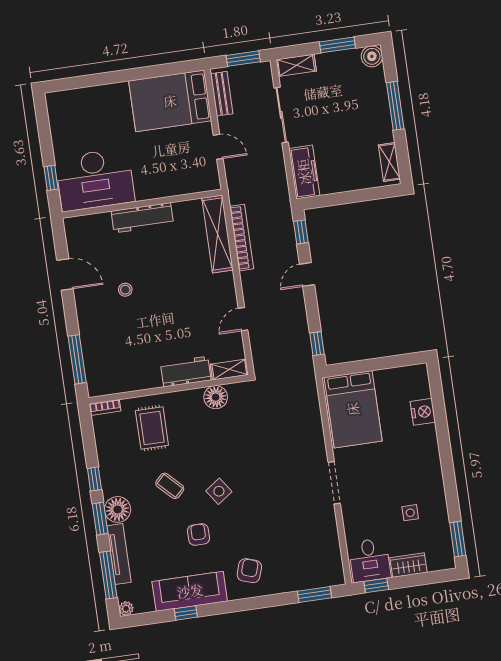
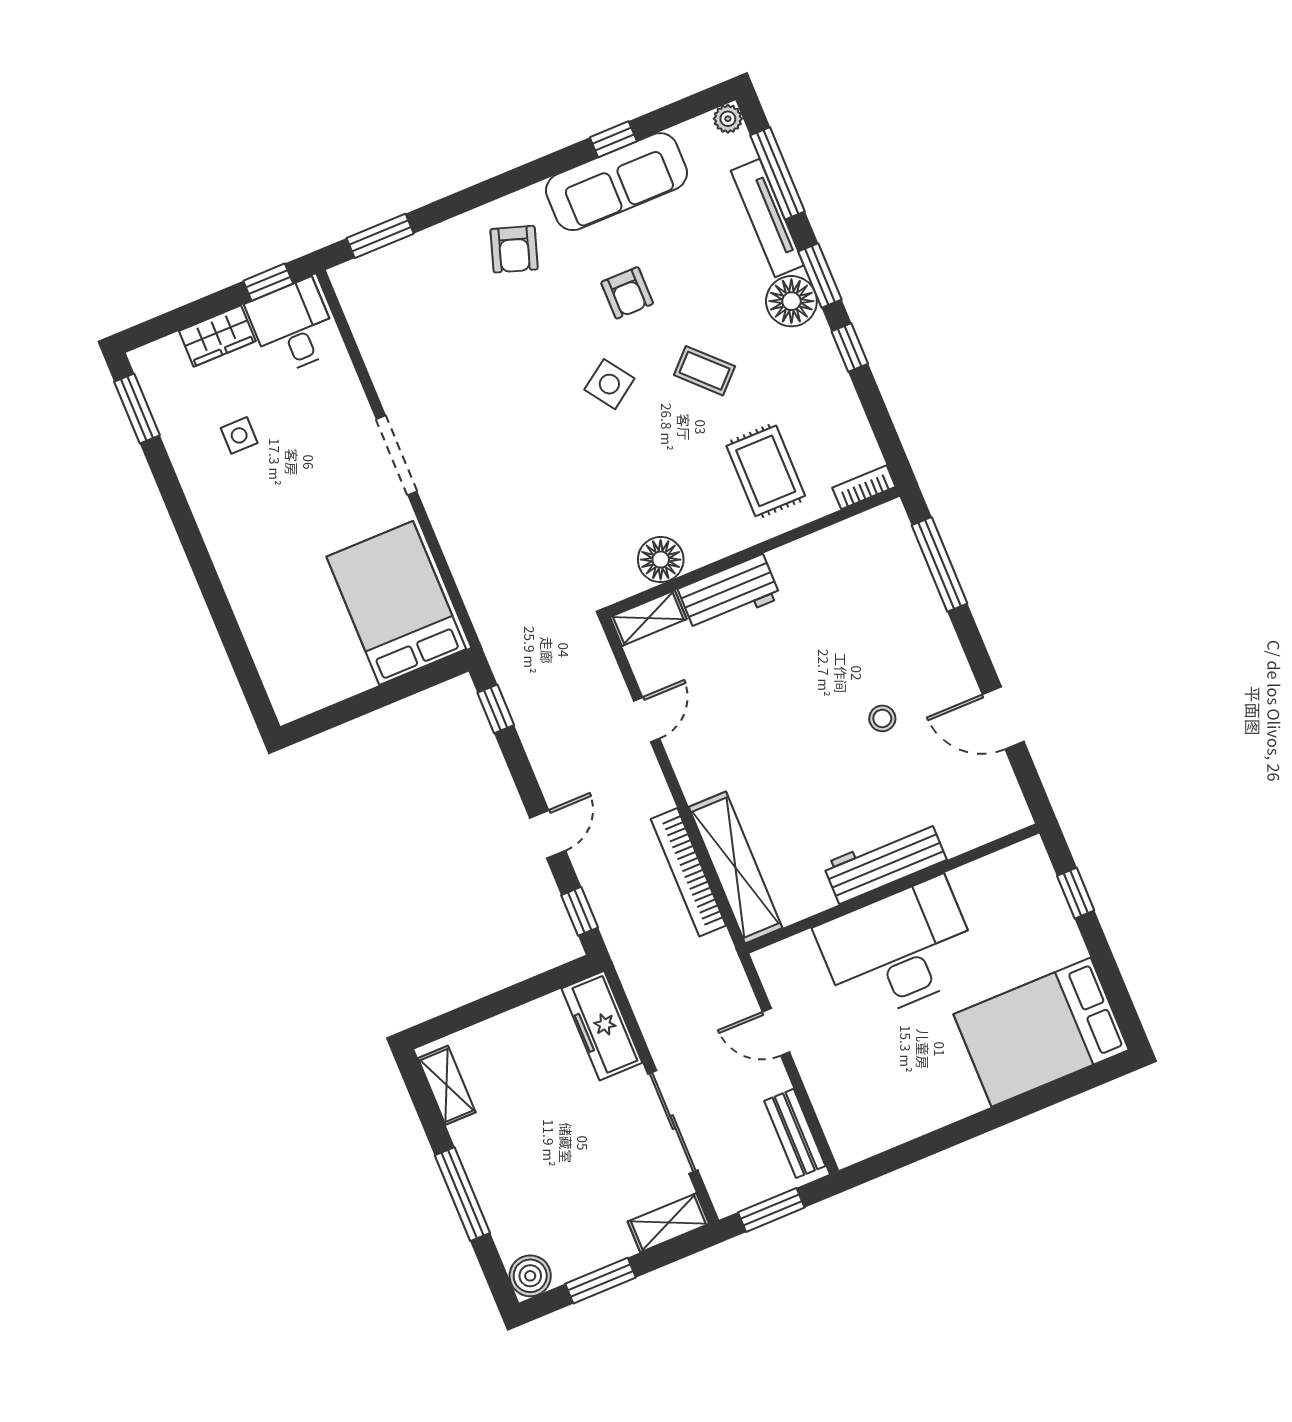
bed: (170, 101) -> (1041, 1032), moved, turned 180
desk: (95, 180) -> (898, 950), moved
nightstand: (423, 412) -> (264, 631), removed

